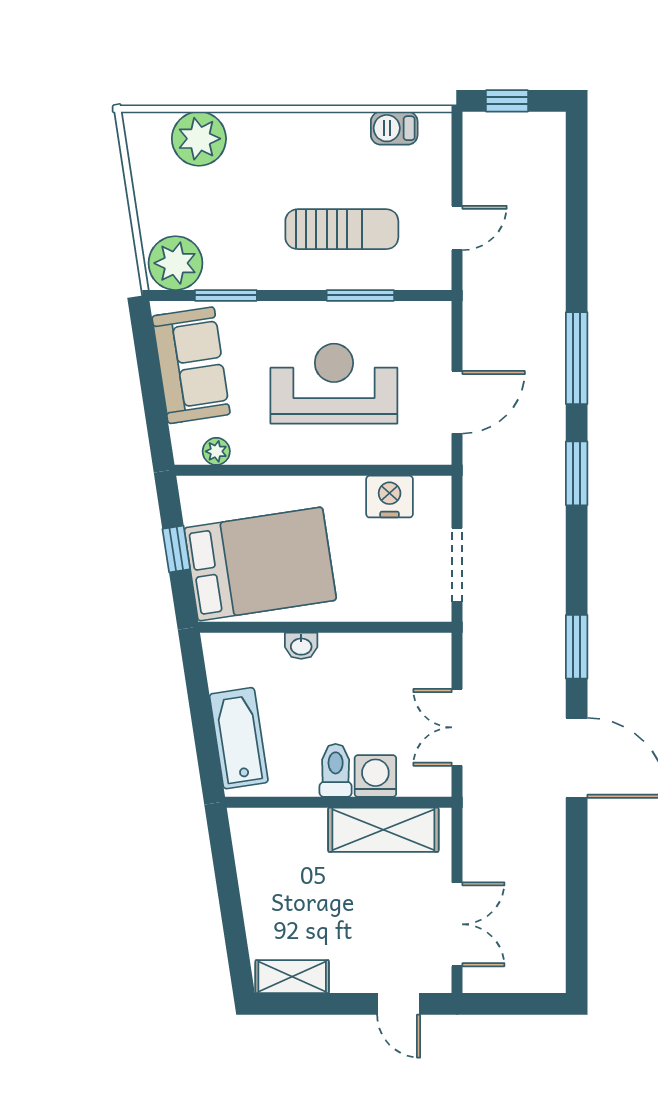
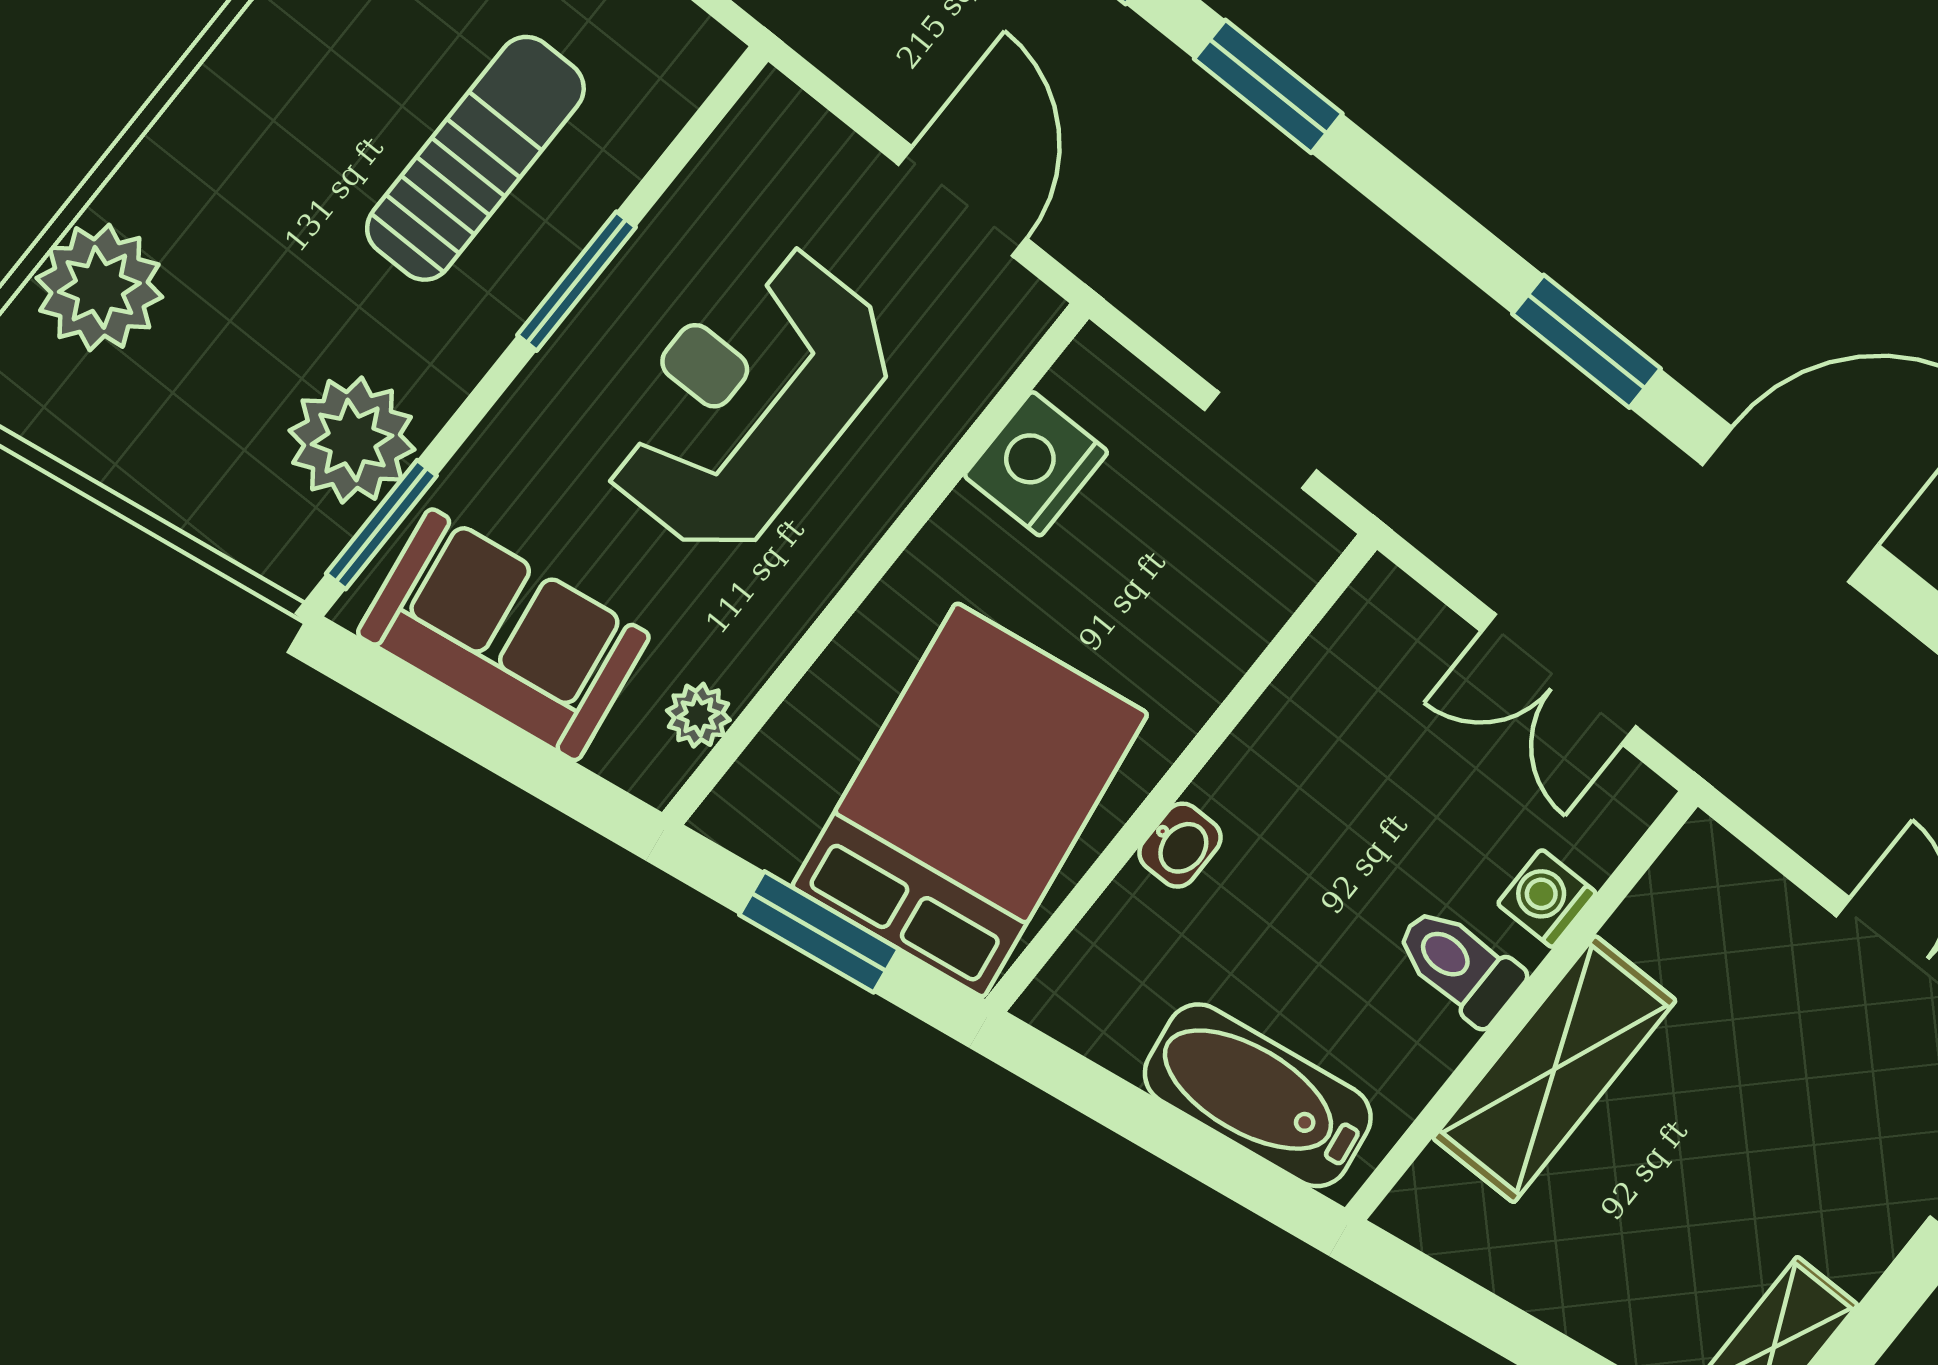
plant: (175, 263) -> (352, 440), moved
window: (226, 295) -> (381, 525), moved
window: (360, 295) -> (577, 281), moved
window: (176, 549) -> (819, 932), width x1.50
doorway: (457, 565) -> (1261, 440), width x0.73
washing machine: (375, 776) -> (1547, 898), width x0.73, depth x0.73
shelving: (383, 830) -> (1554, 1069), moved

